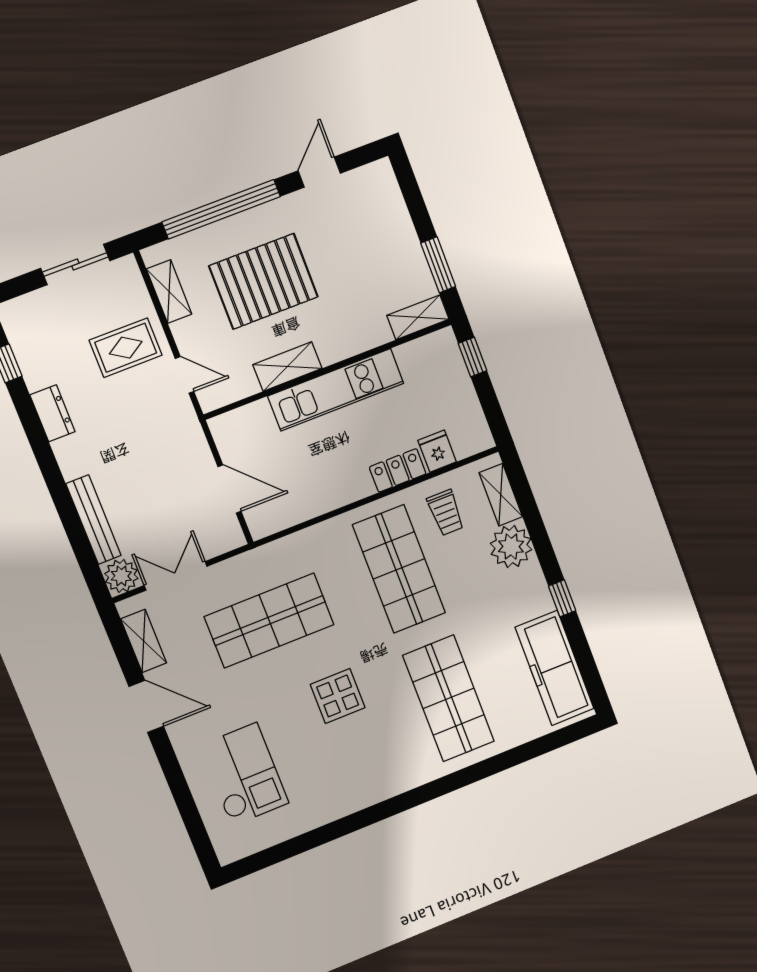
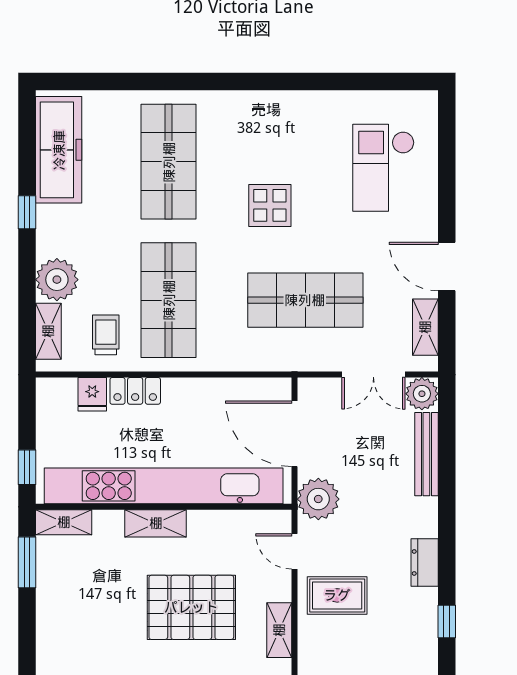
shelving: (287, 367) -> (156, 523), moved
kitchen unit: (336, 390) -> (164, 486), width x1.86
plant: (181, 435) -> (318, 499), added
door: (229, 489) -> (294, 434), width x1.36

